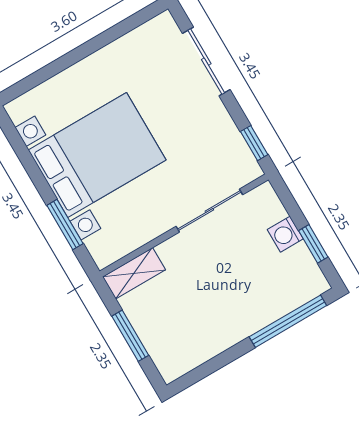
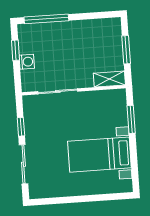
window: (254, 143) -> (21, 127), moved
bed with nightstands: (97, 155) -> (99, 155), width x0.73

